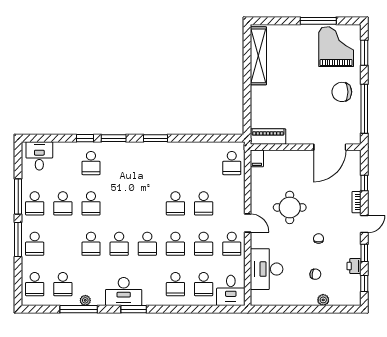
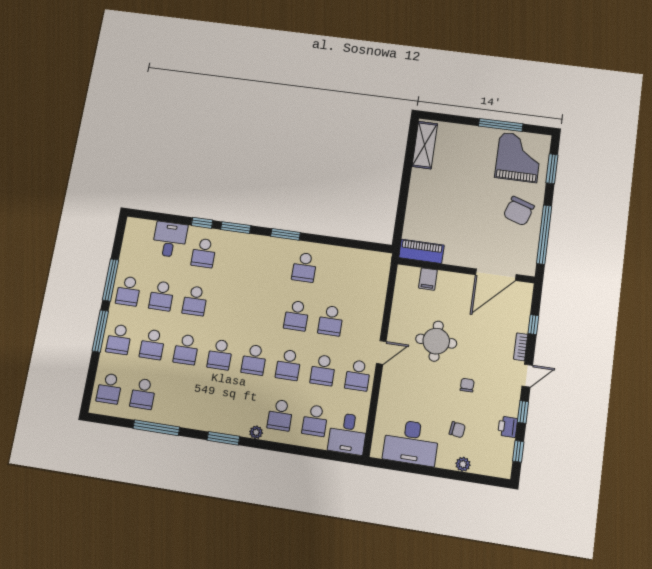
shelving: (258, 56) -> (425, 145), width x0.68
chair: (342, 92) -> (519, 211), turned -72
desk: (39, 156) -> (170, 239), moved
filing cabinet: (257, 158) -> (428, 279), moved
school desk: (232, 163) -> (304, 267), moved
door: (248, 223) -> (381, 352), hinge flipped
school desk: (63, 244) -> (152, 344), added
desk: (267, 269) -> (411, 442), moved, turned -90
desk: (124, 292) -> (215, 414), removed
plant: (85, 300) -> (256, 432), moved

